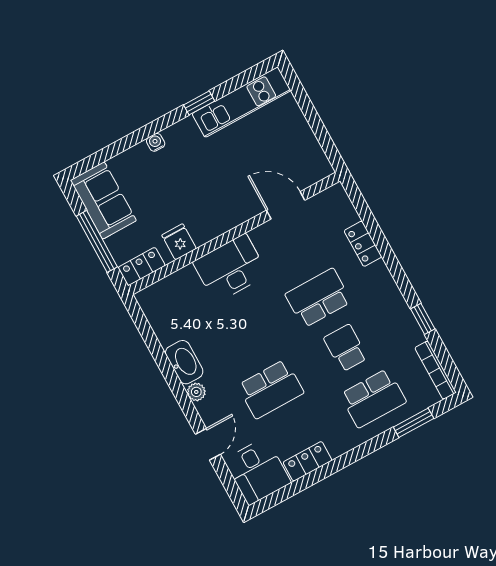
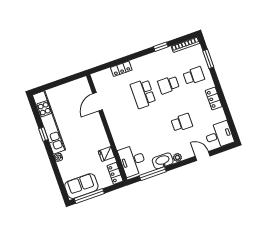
kitchen unit: (241, 102) -> (49, 122), width x1.36
window: (97, 241) -> (89, 196), moved
desk: (230, 268) -> (133, 160), moved
window: (154, 346) -> (153, 174), added
school desk: (271, 389) -> (182, 123), width x0.54
school desk: (373, 398) -> (194, 76), width x0.54
locker: (308, 461) -> (214, 98), moved

